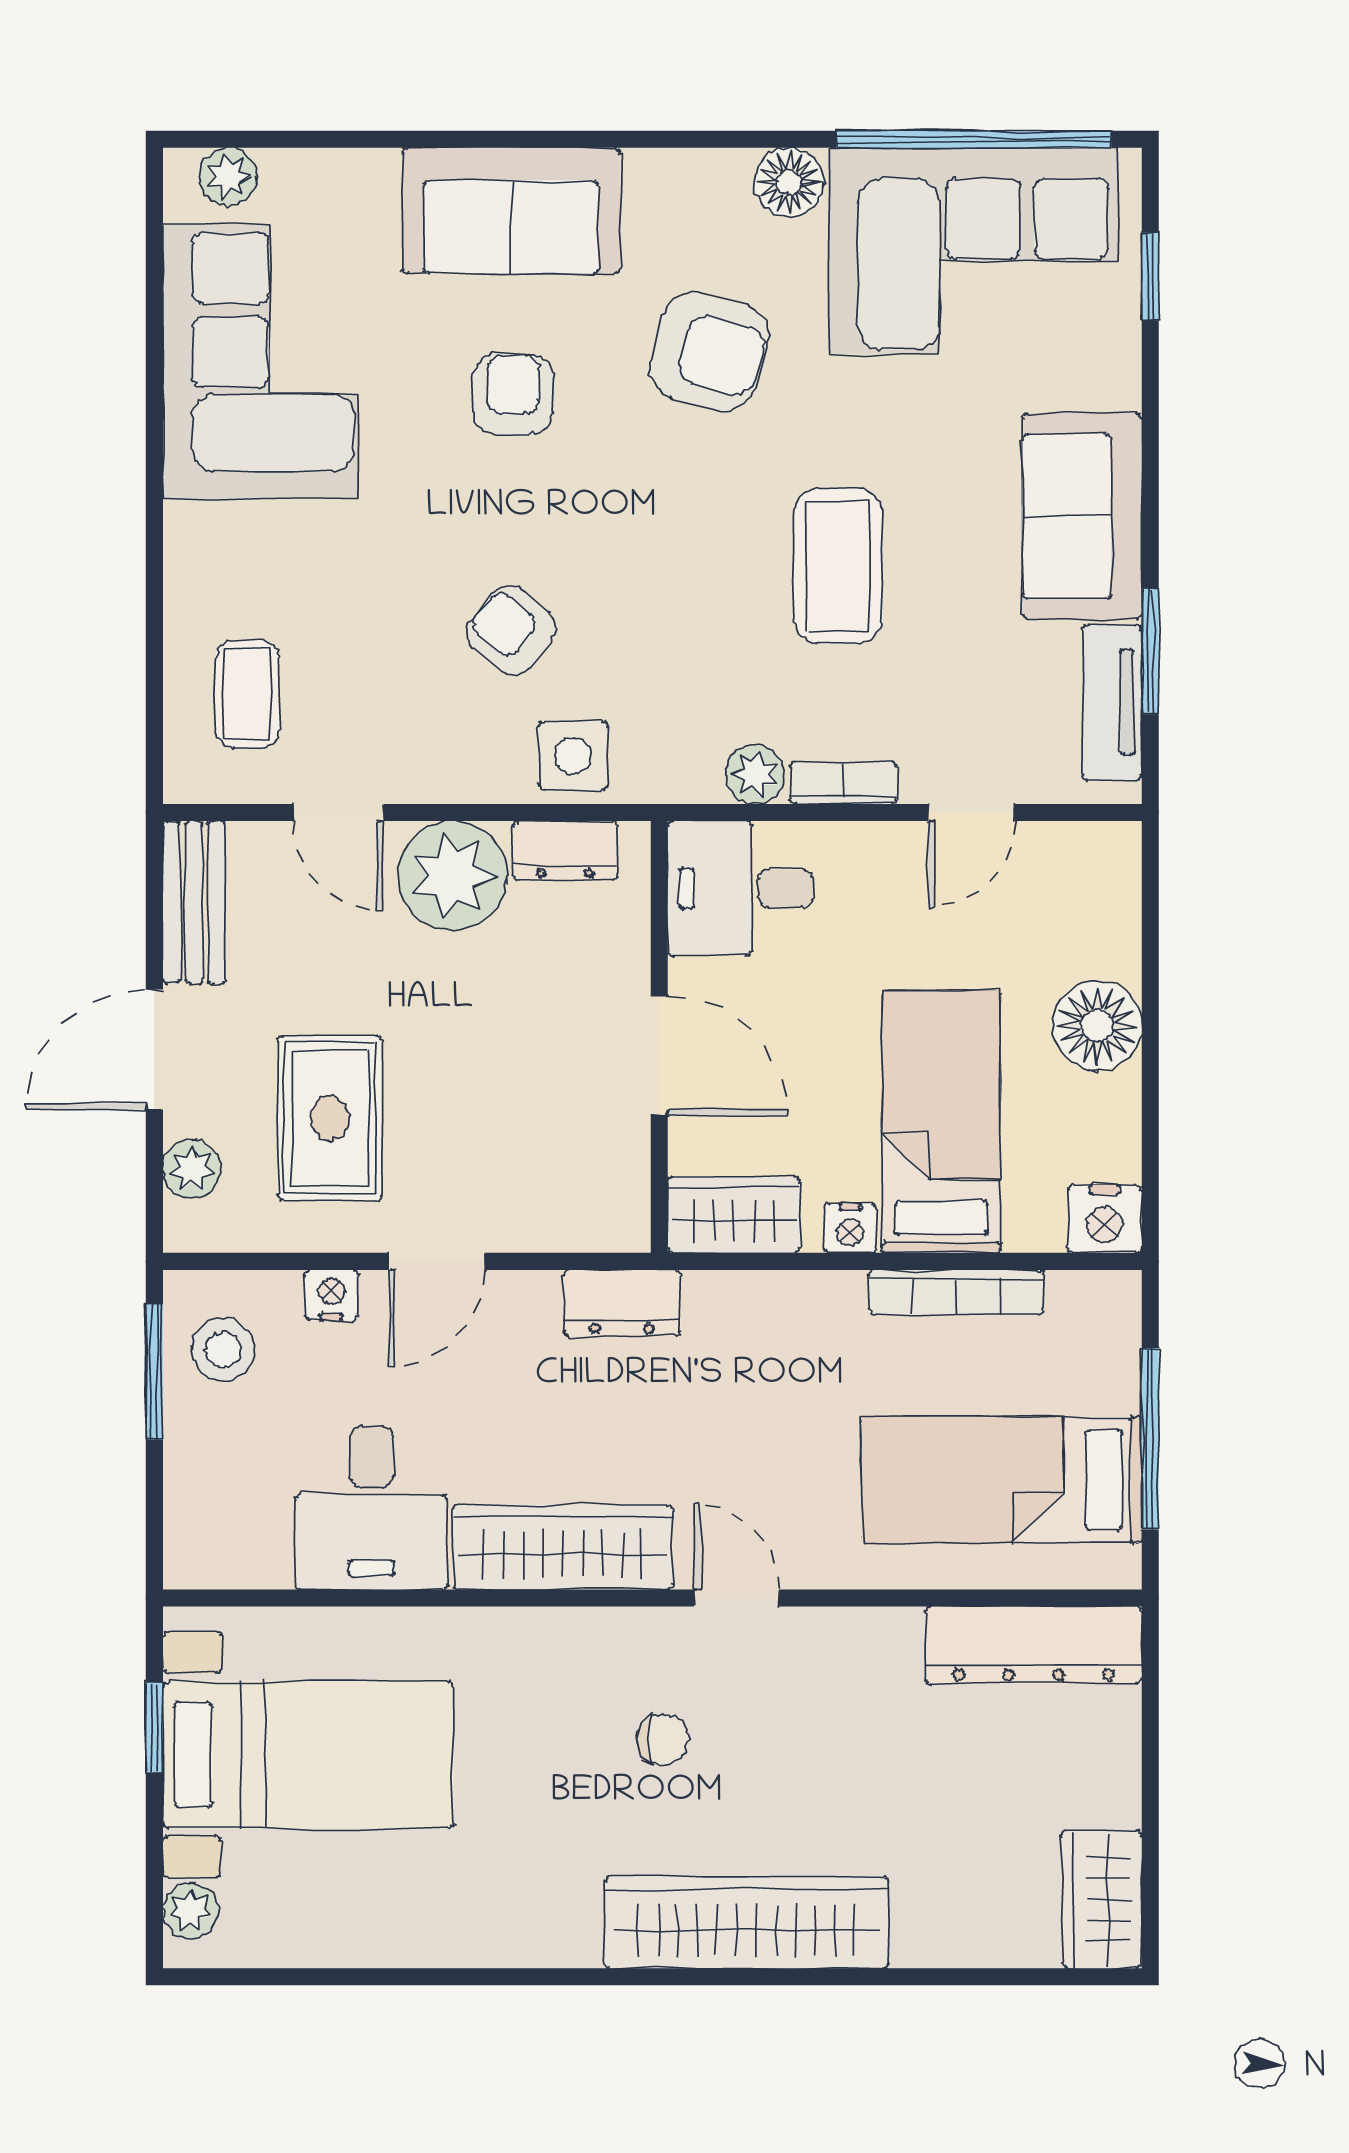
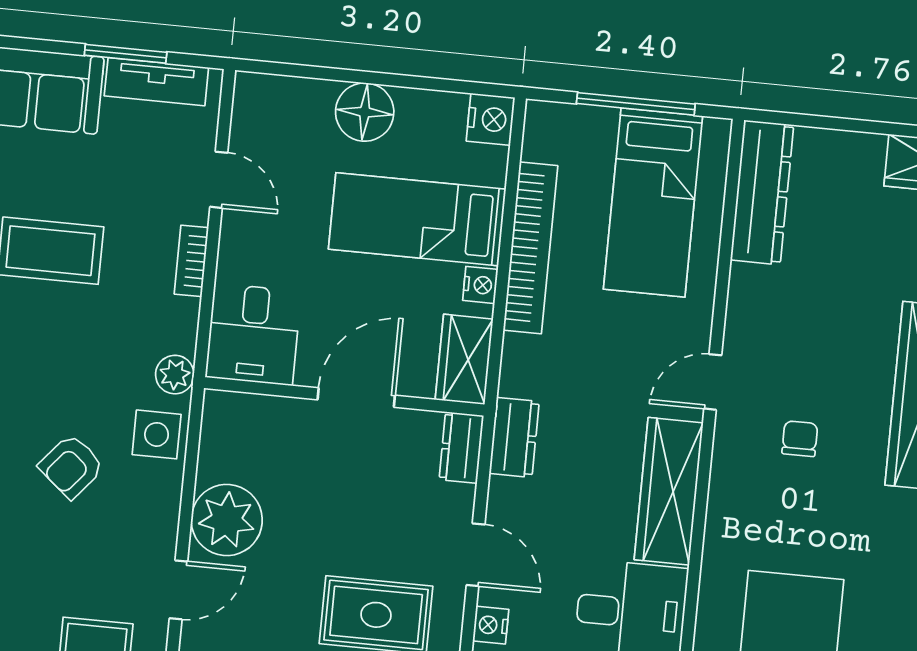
plant: (755, 775) -> (175, 375), moved
dresser: (565, 850) -> (461, 448), moved, turned 180
bookcase: (956, 1292) -> (530, 248), width x1.48, depth x1.31

